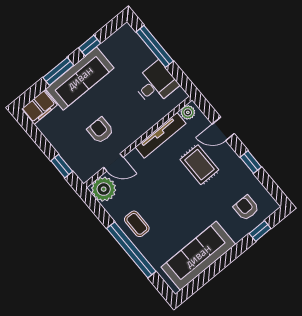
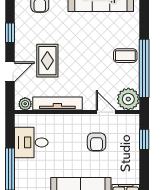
door: (223, 129) -> (10, 72), hinge flipped
coffee table: (137, 224) -> (125, 56), turned 90
window: (131, 250) -> (144, 68), moved

